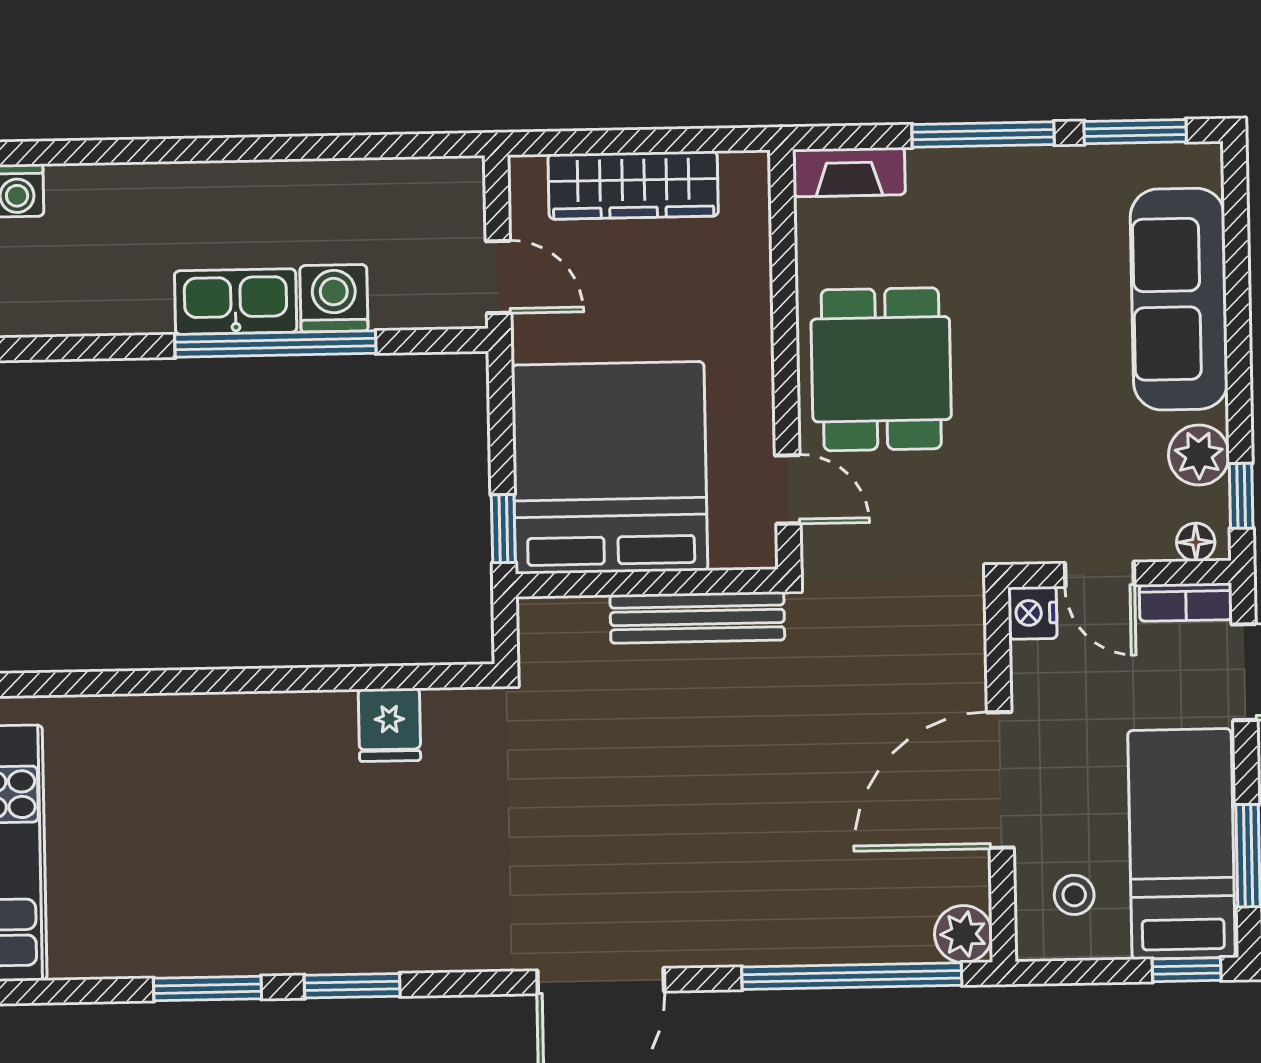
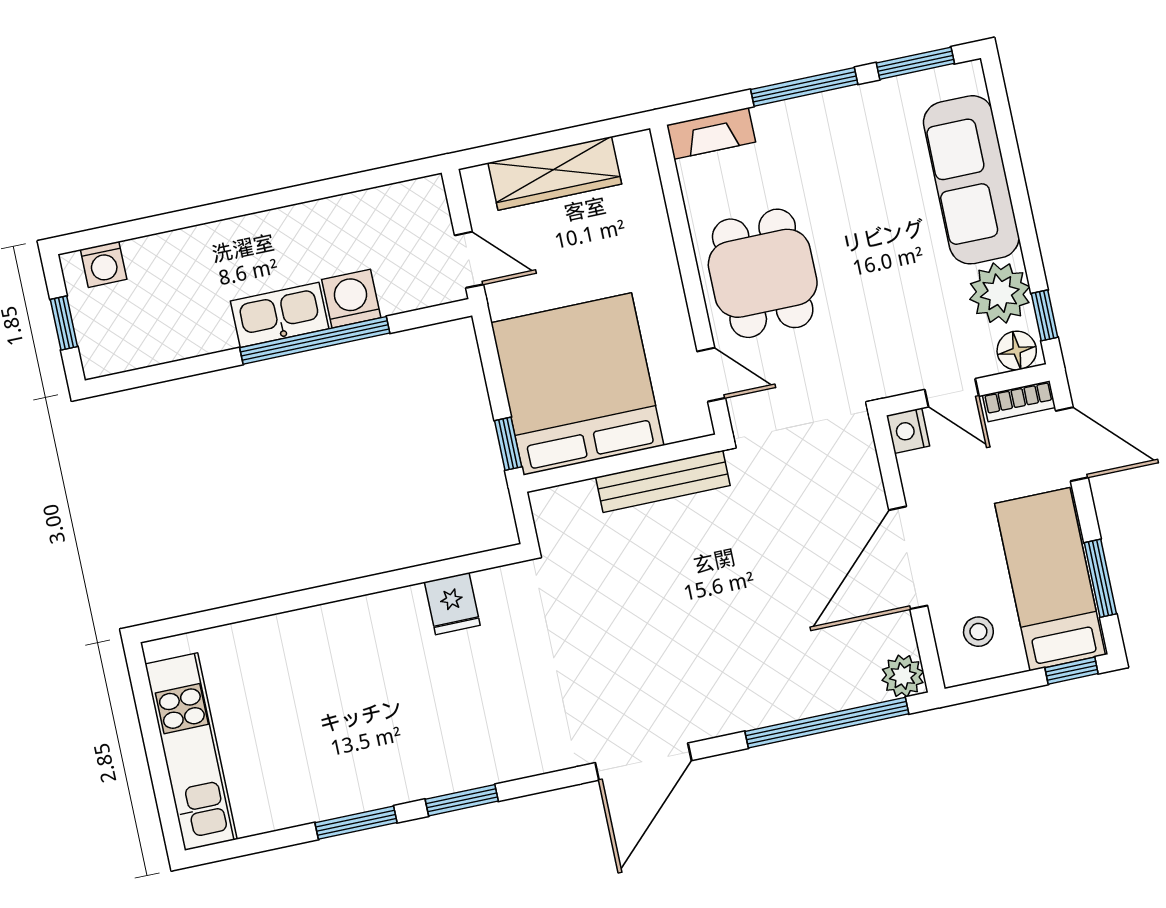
plant: (1199, 455) -> (1000, 293), width x1.36, depth x1.36
floor lamp: (1196, 542) -> (1017, 351), width x1.37, depth x1.37

